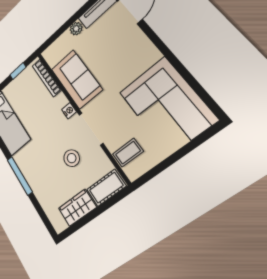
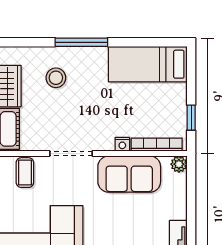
plant: (76, 29) -> (179, 164), moved
nightstand: (69, 111) -> (122, 144), moved
stool: (72, 158) -> (56, 78), moved

